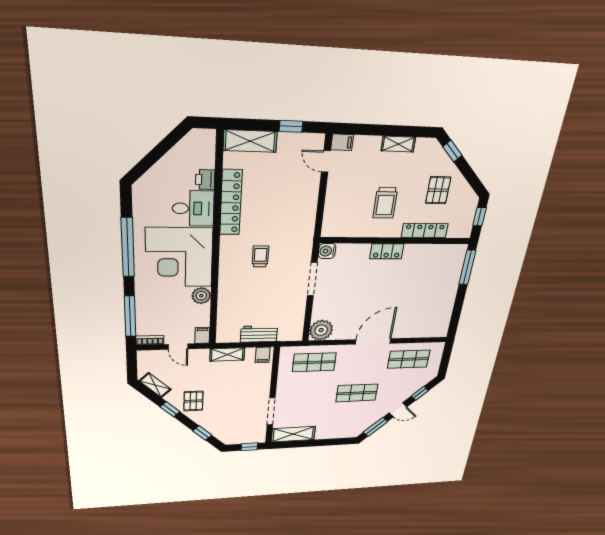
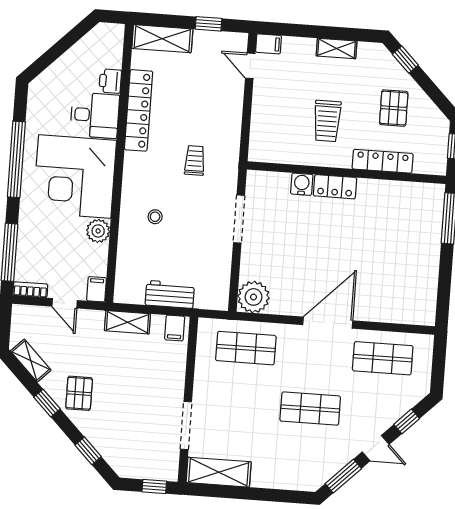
water cooler: (327, 251) -> (302, 184), moved, turned 90
trolley: (260, 256) -> (195, 160), moved
stool: (247, 282) -> (155, 217), added

